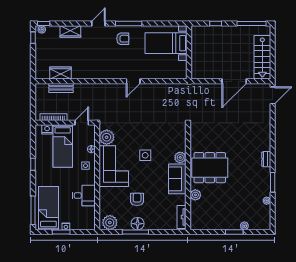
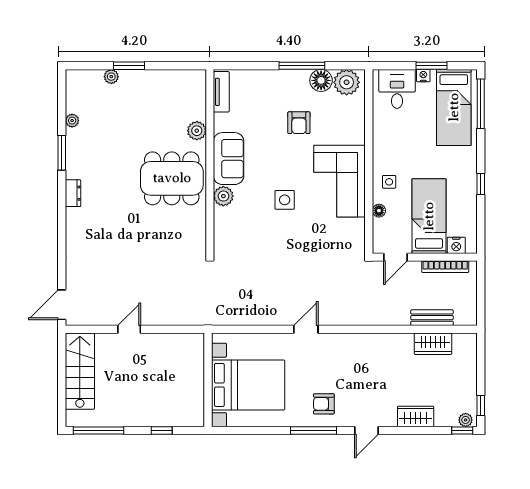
bed with nightstands: (166, 43) -> (248, 385), width x1.36
door: (234, 81) -> (129, 329), width x0.53
plant: (107, 137) -> (352, 232), removed
desk: (84, 196) -> (397, 89), moved, turned 90
floor lamp: (138, 224) -> (321, 80), moved

